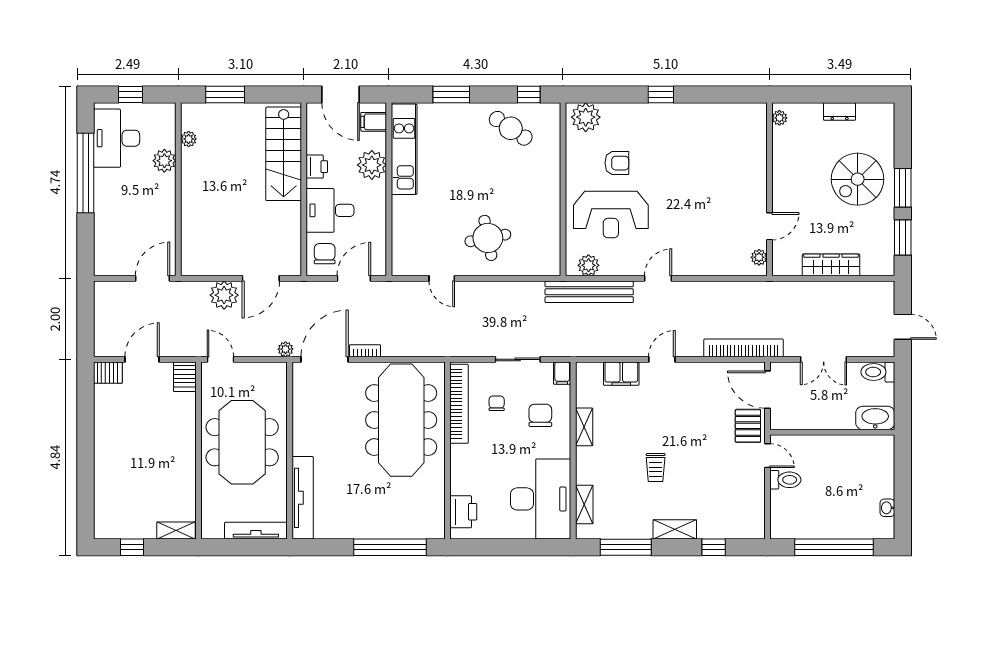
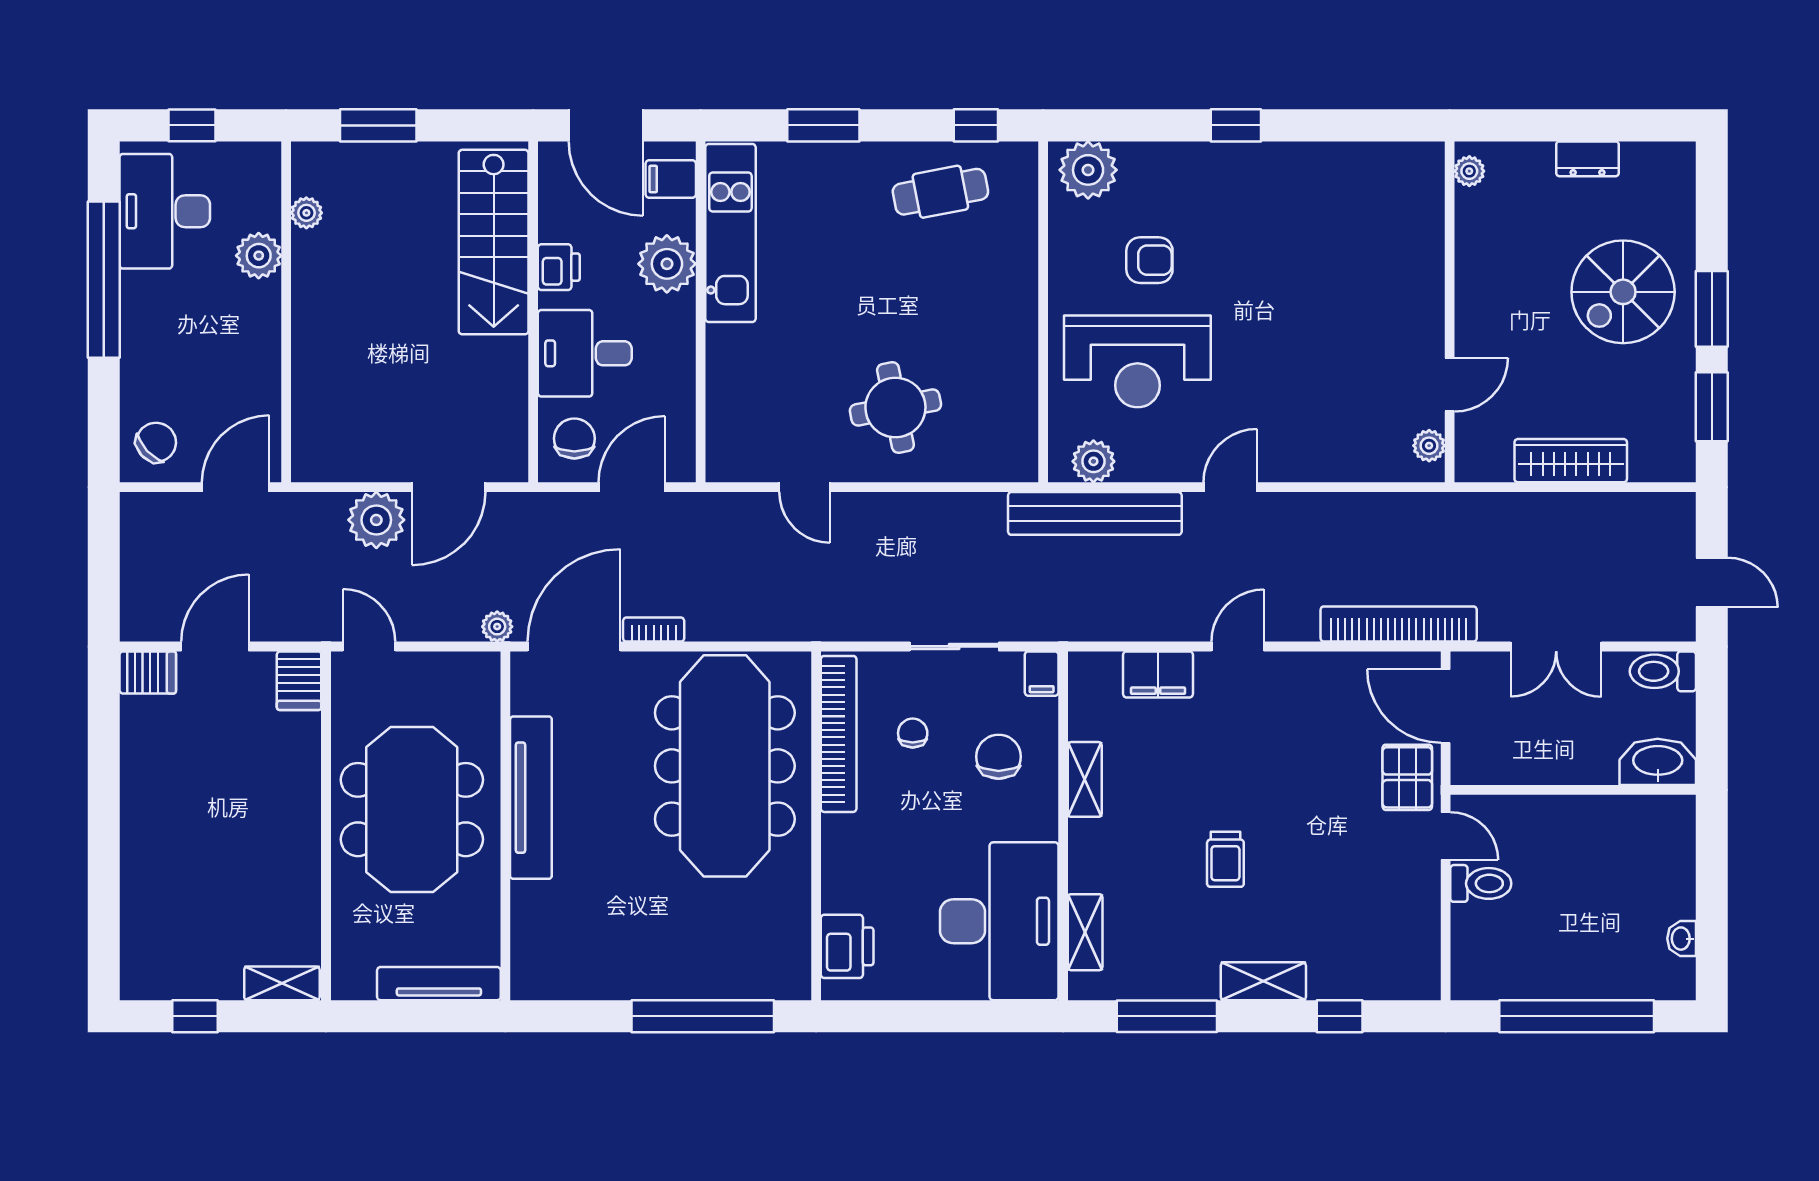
cafe table: (511, 128) -> (940, 192), turned -45
chair: (112, 256) -> (156, 442), added
tv unit: (303, 498) -> (531, 798), moved

